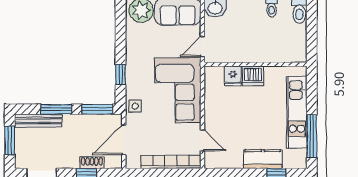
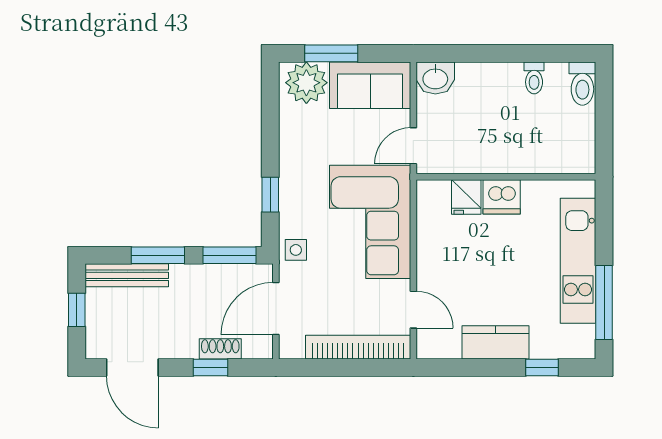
window: (10, 140) -> (77, 310), width x0.67
kitchen counter: (263, 159) -> (496, 342), moved

